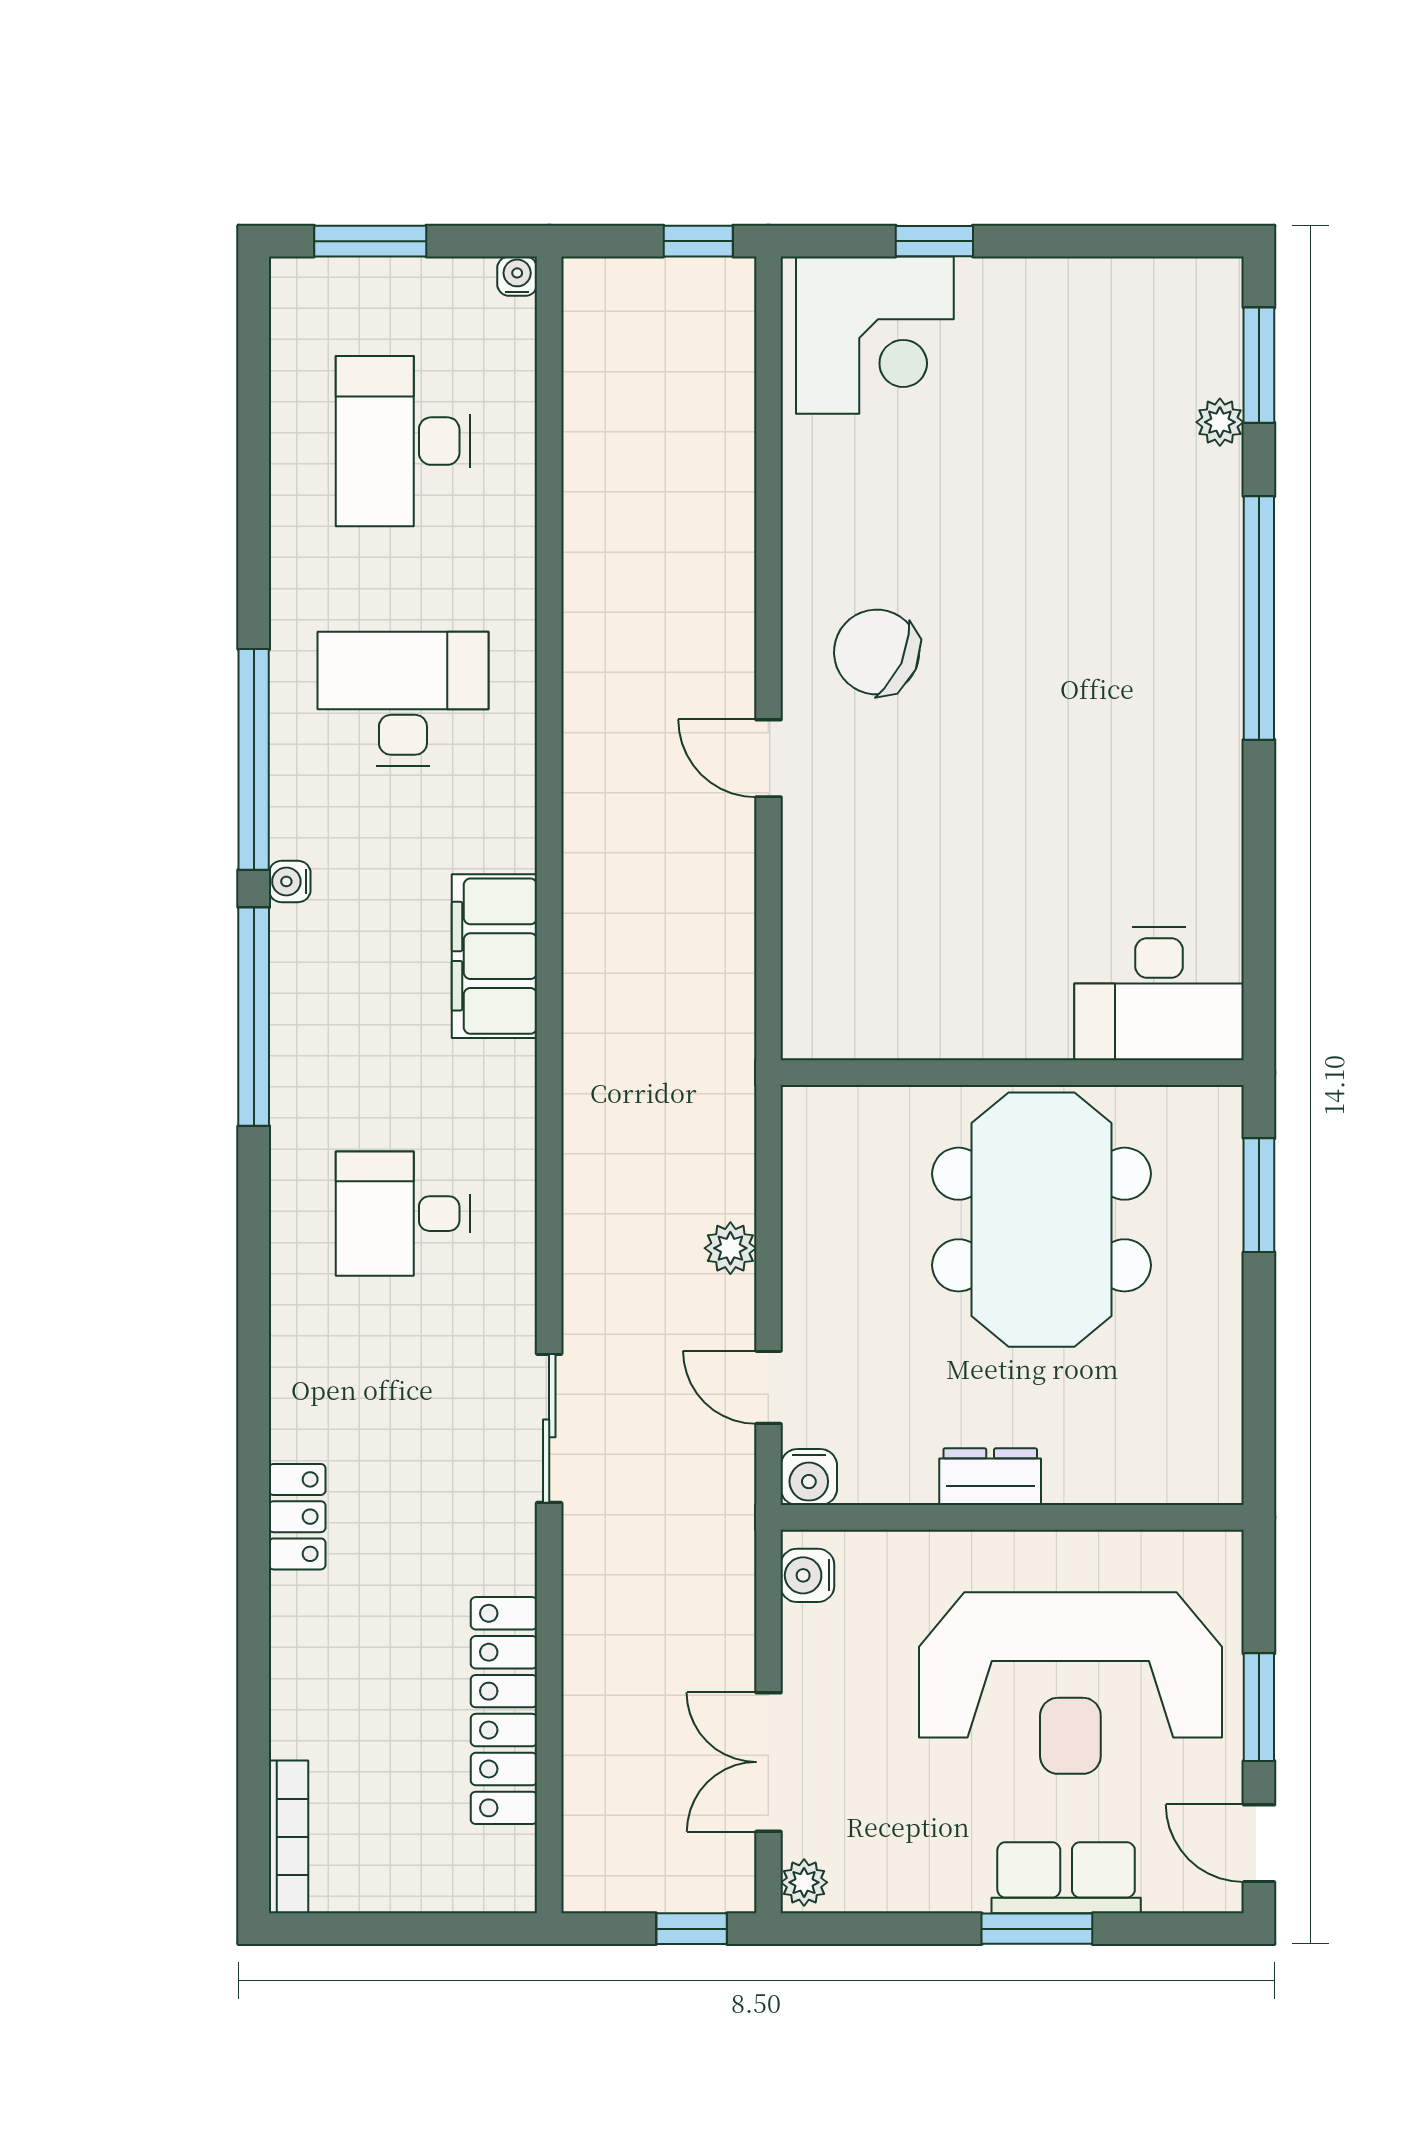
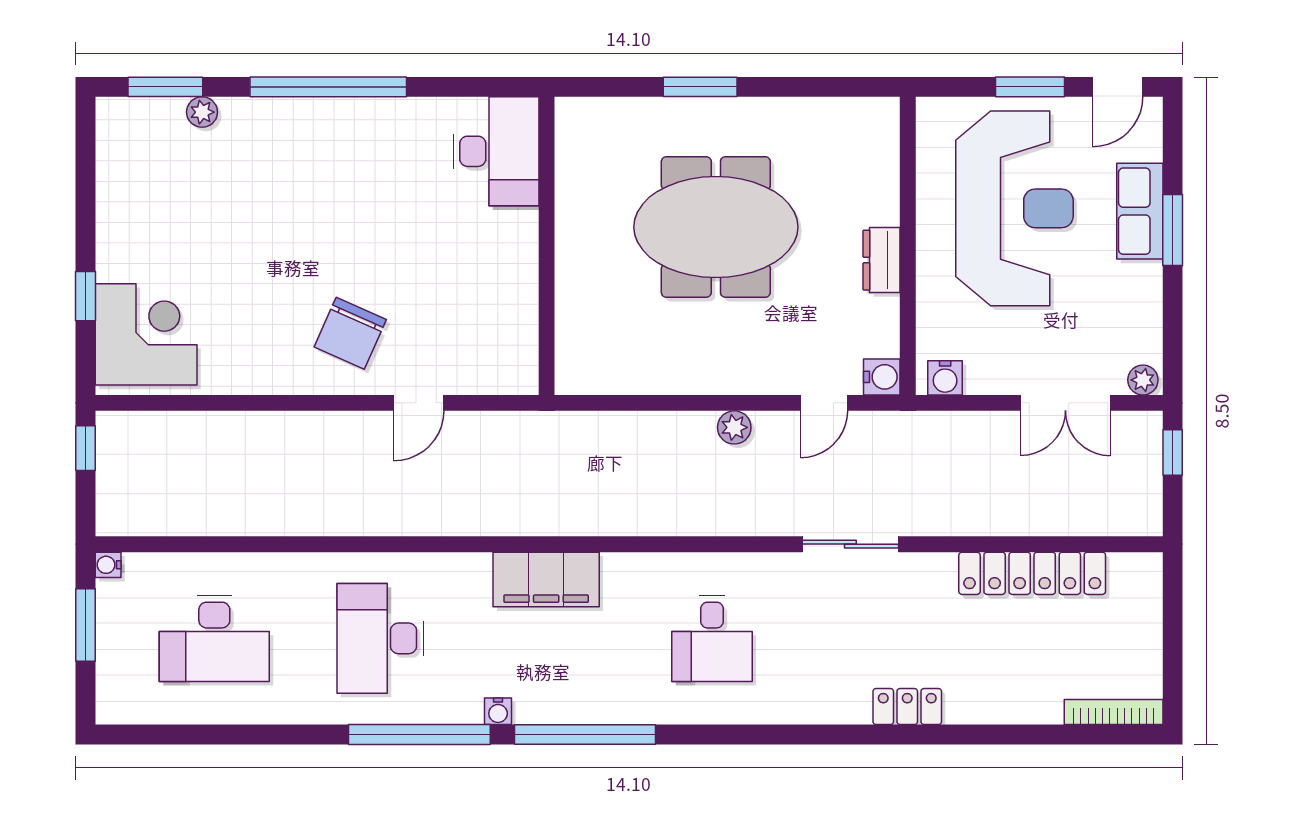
window: (370, 241) -> (85, 625), moved
desk: (1159, 994) -> (496, 151), moved
wall: (1012, 1073) -> (547, 246), moved

